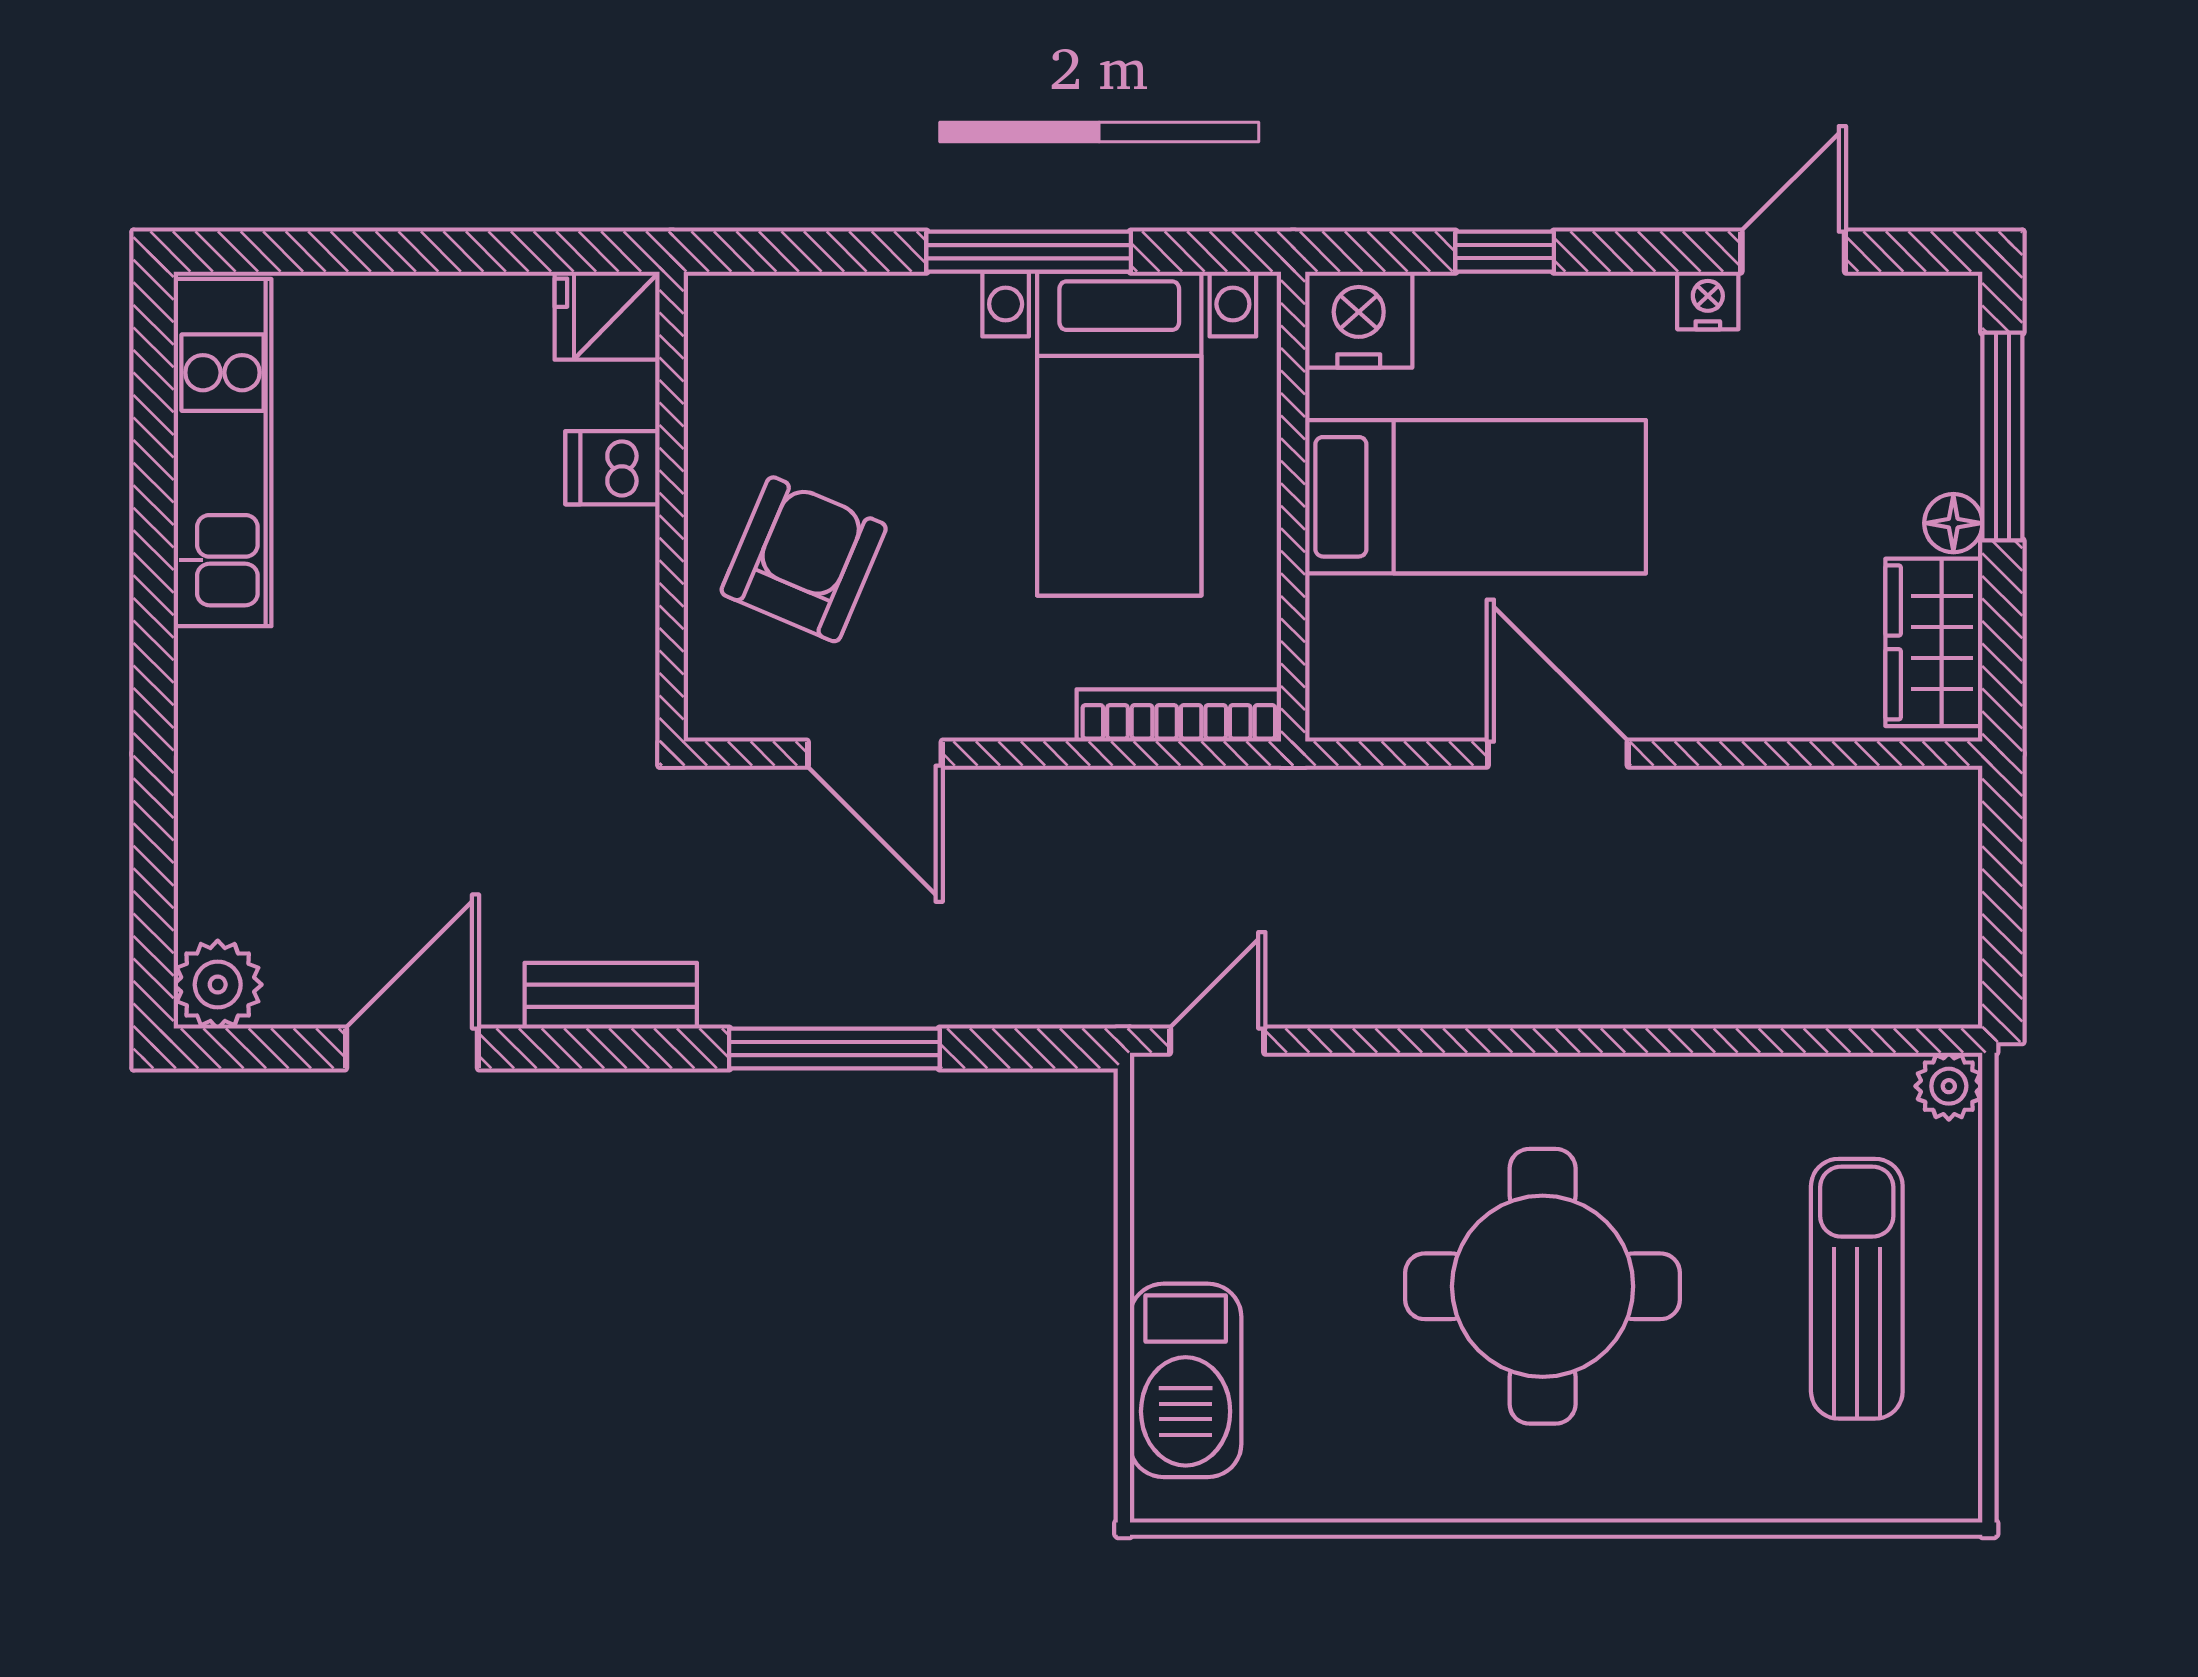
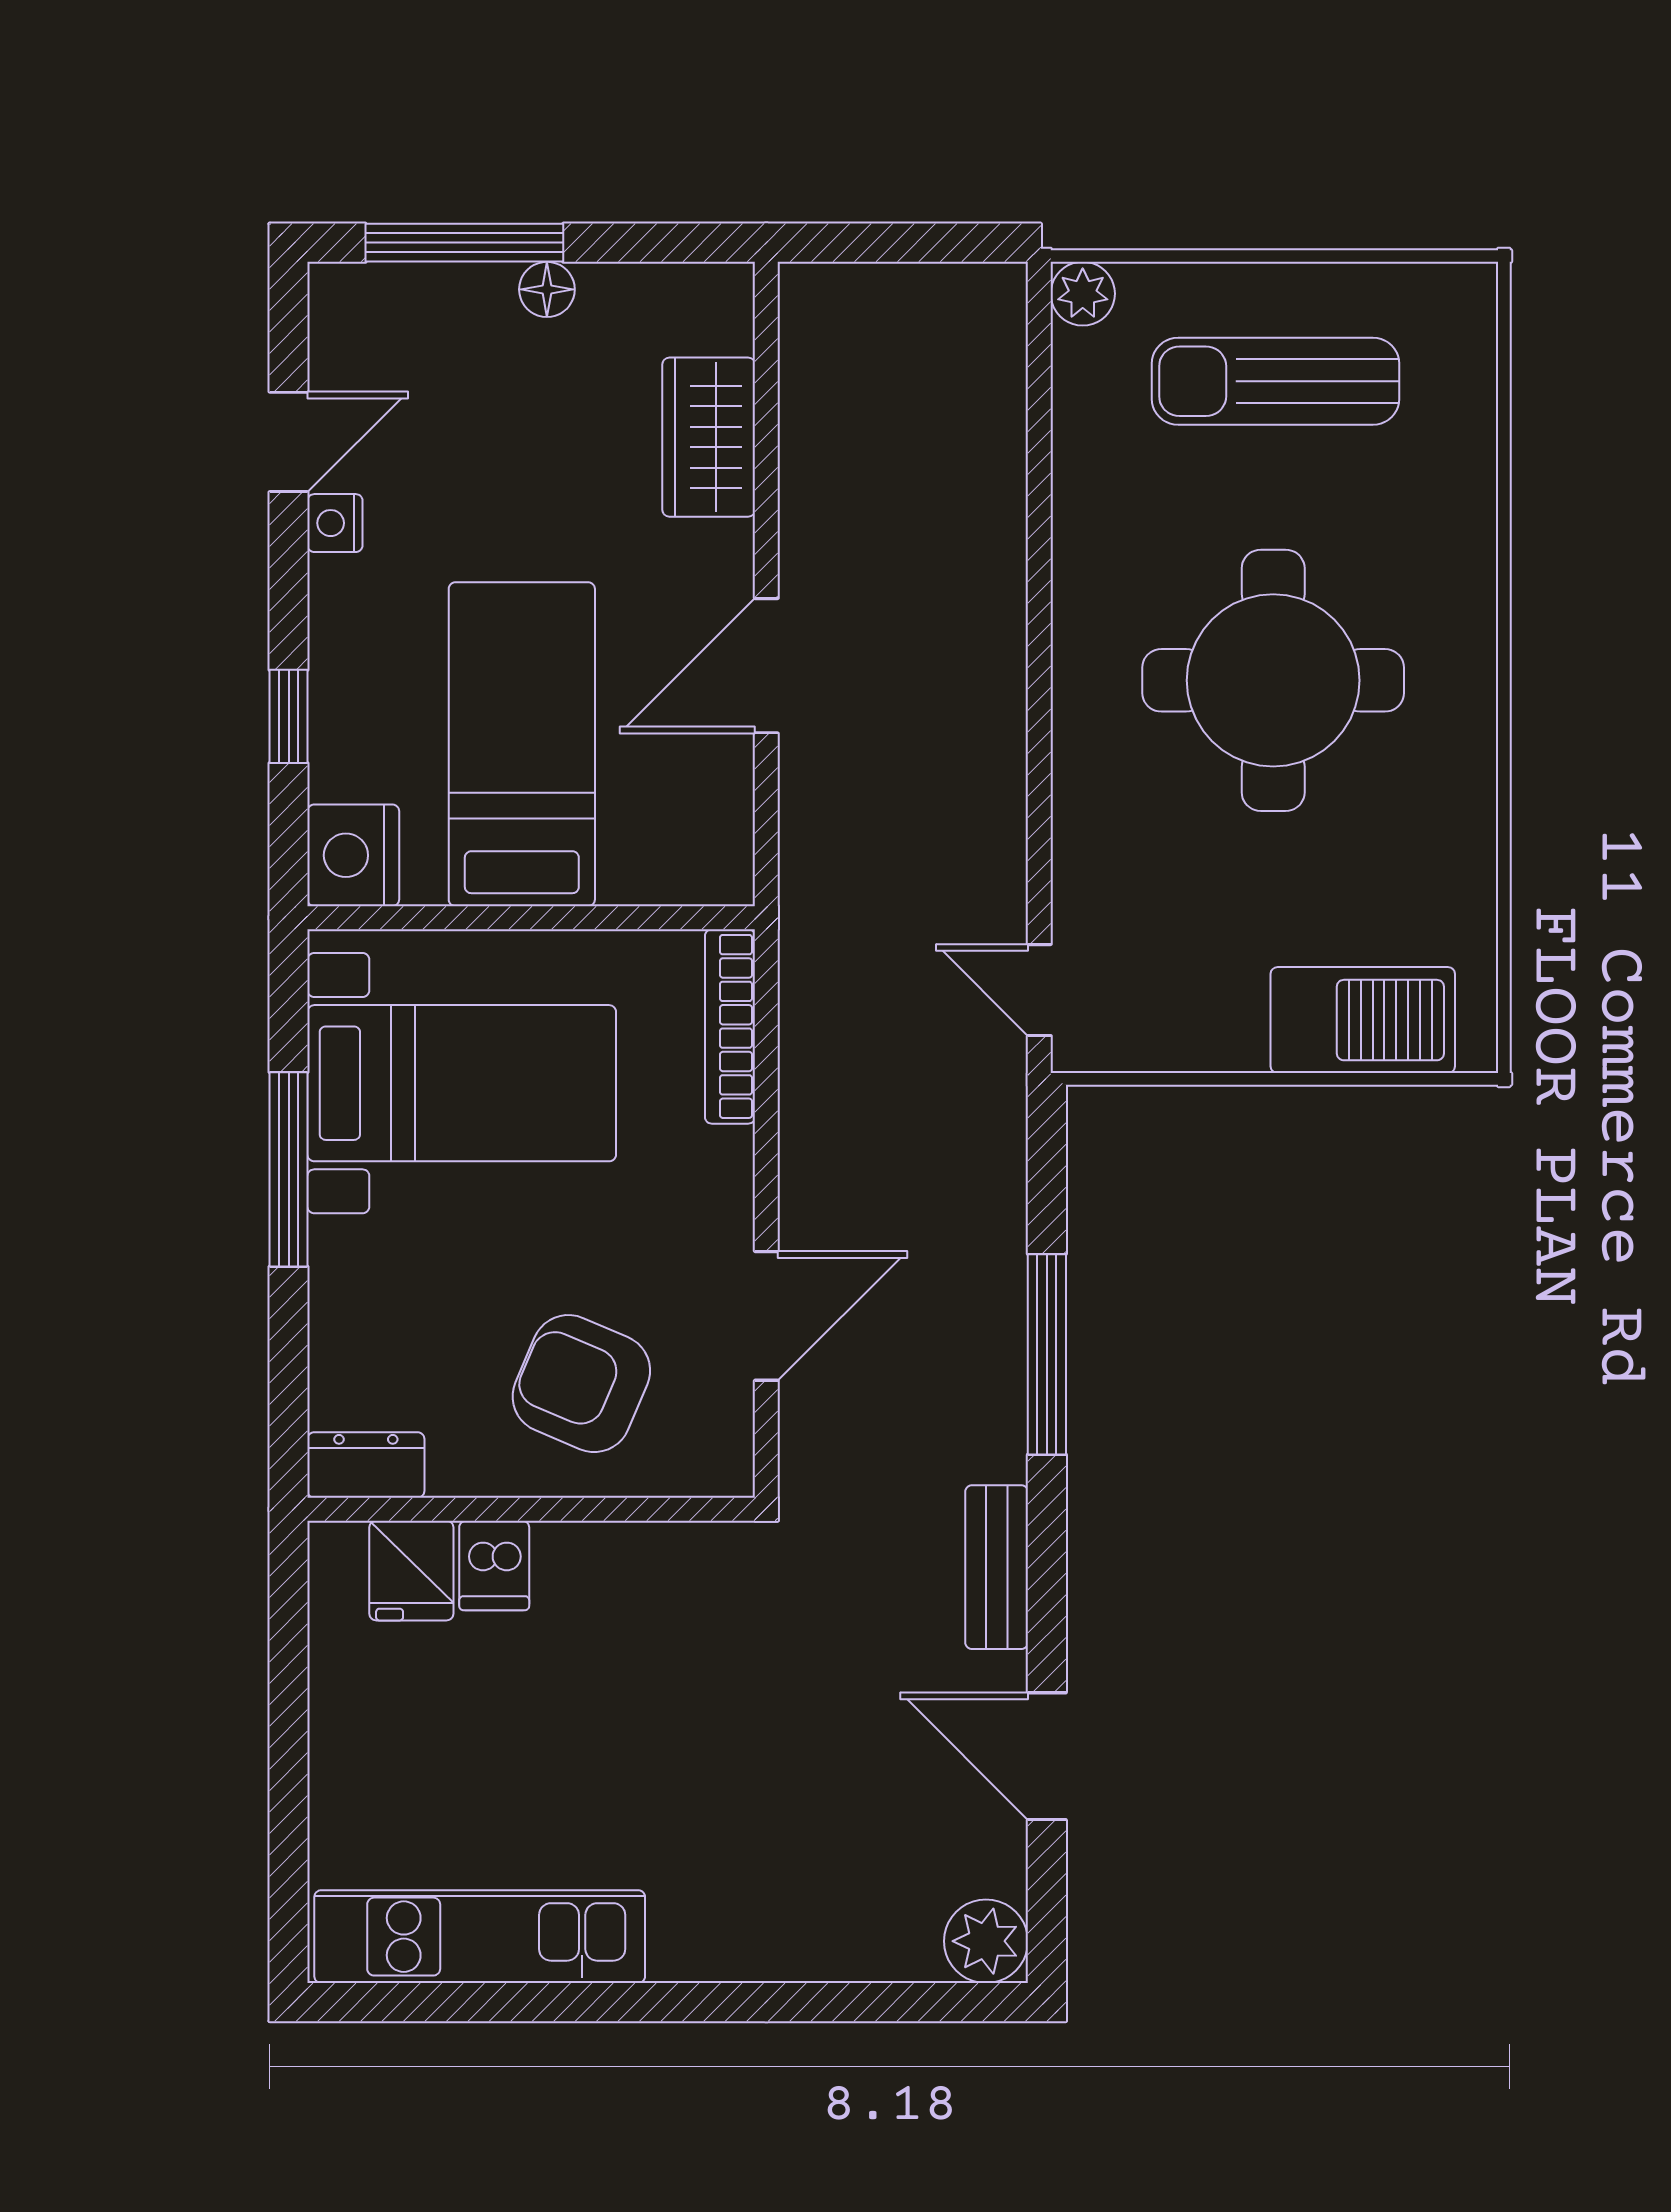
door: (1793, 252) -> (289, 442), swing flipped
fridge: (607, 316) -> (411, 1571), moved
dresser: (718, 333) -> (366, 1465), added
wardrobe: (1934, 642) -> (709, 437), moved, turned 90

